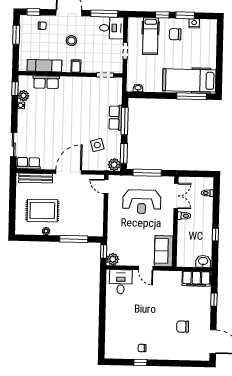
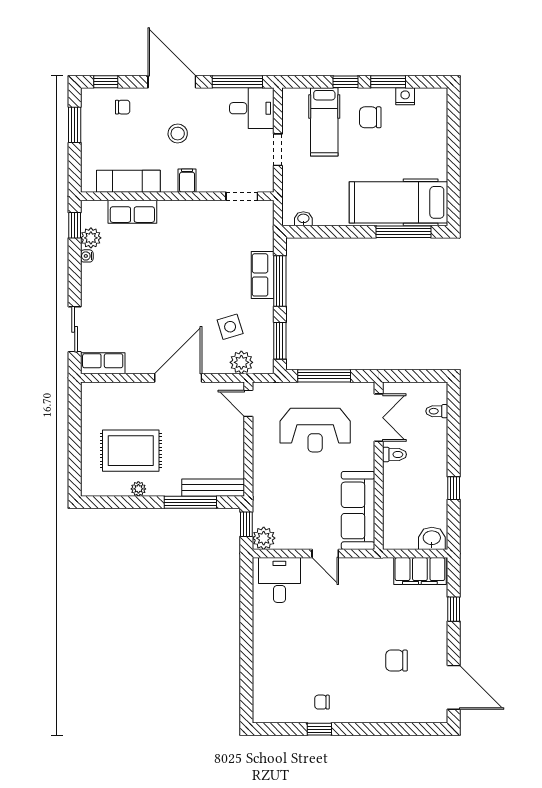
plant: (114, 165) -> (241, 362), moved
bench: (36, 178) -> (213, 488), moved
sofa: (164, 251) -> (358, 510), width x1.36

